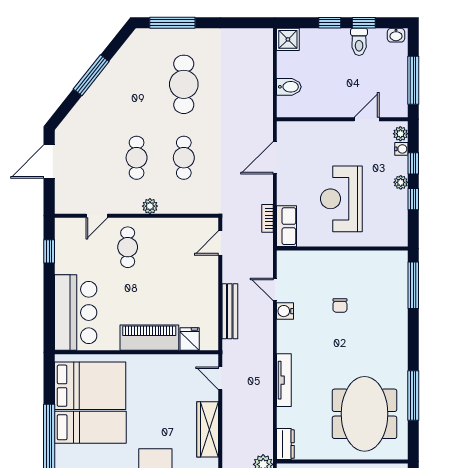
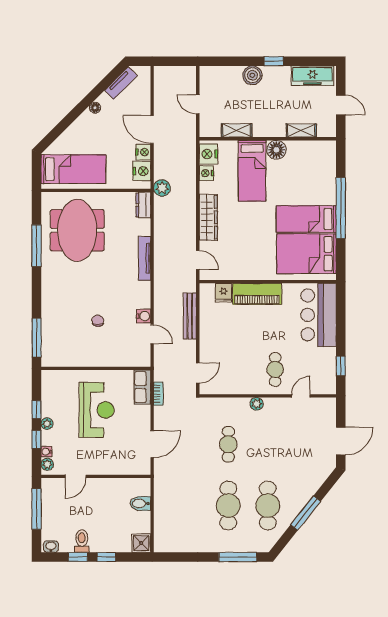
cafe table: (137, 158) -> (268, 506), moved, width x1.37, depth x1.35

